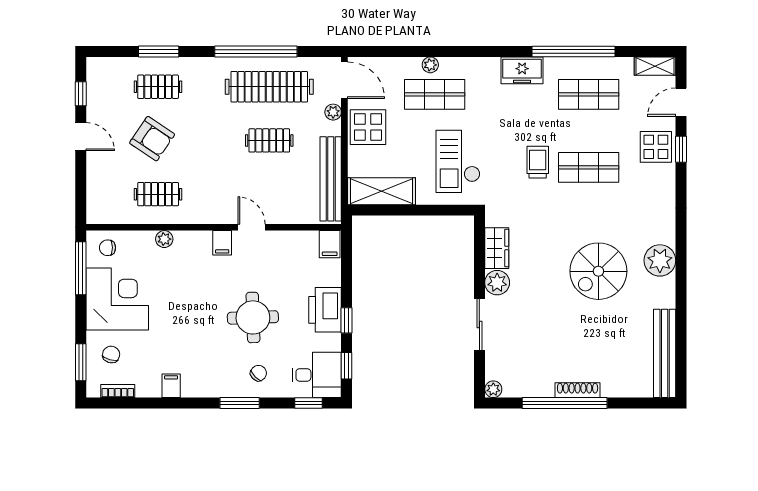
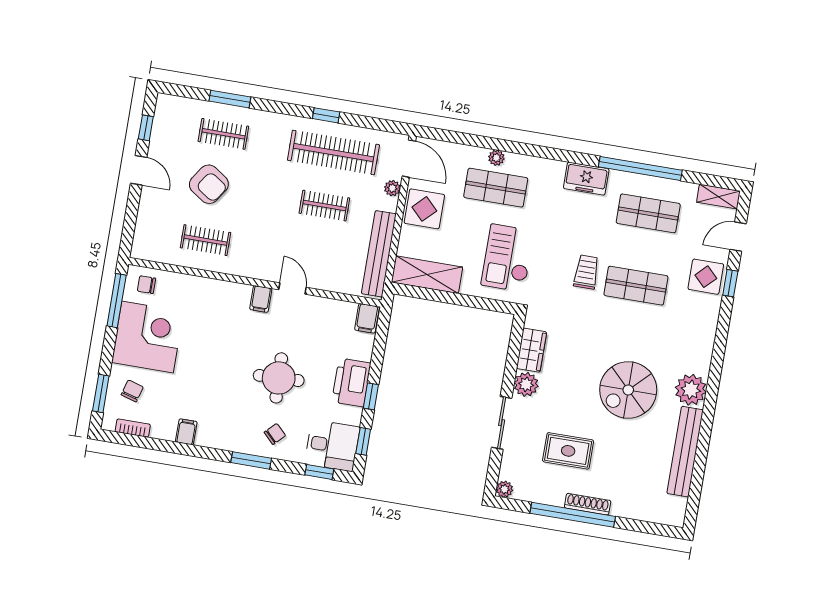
window: (256, 51) -> (326, 115), width x0.32
plant: (164, 239) -> (204, 286), removed
rug: (550, 341) -> (568, 451), added
bench: (665, 353) -> (685, 452), moved

